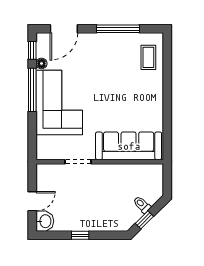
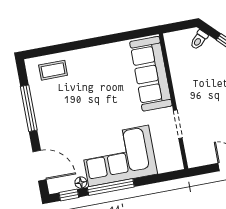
toilet: (142, 205) -> (199, 40), moved

